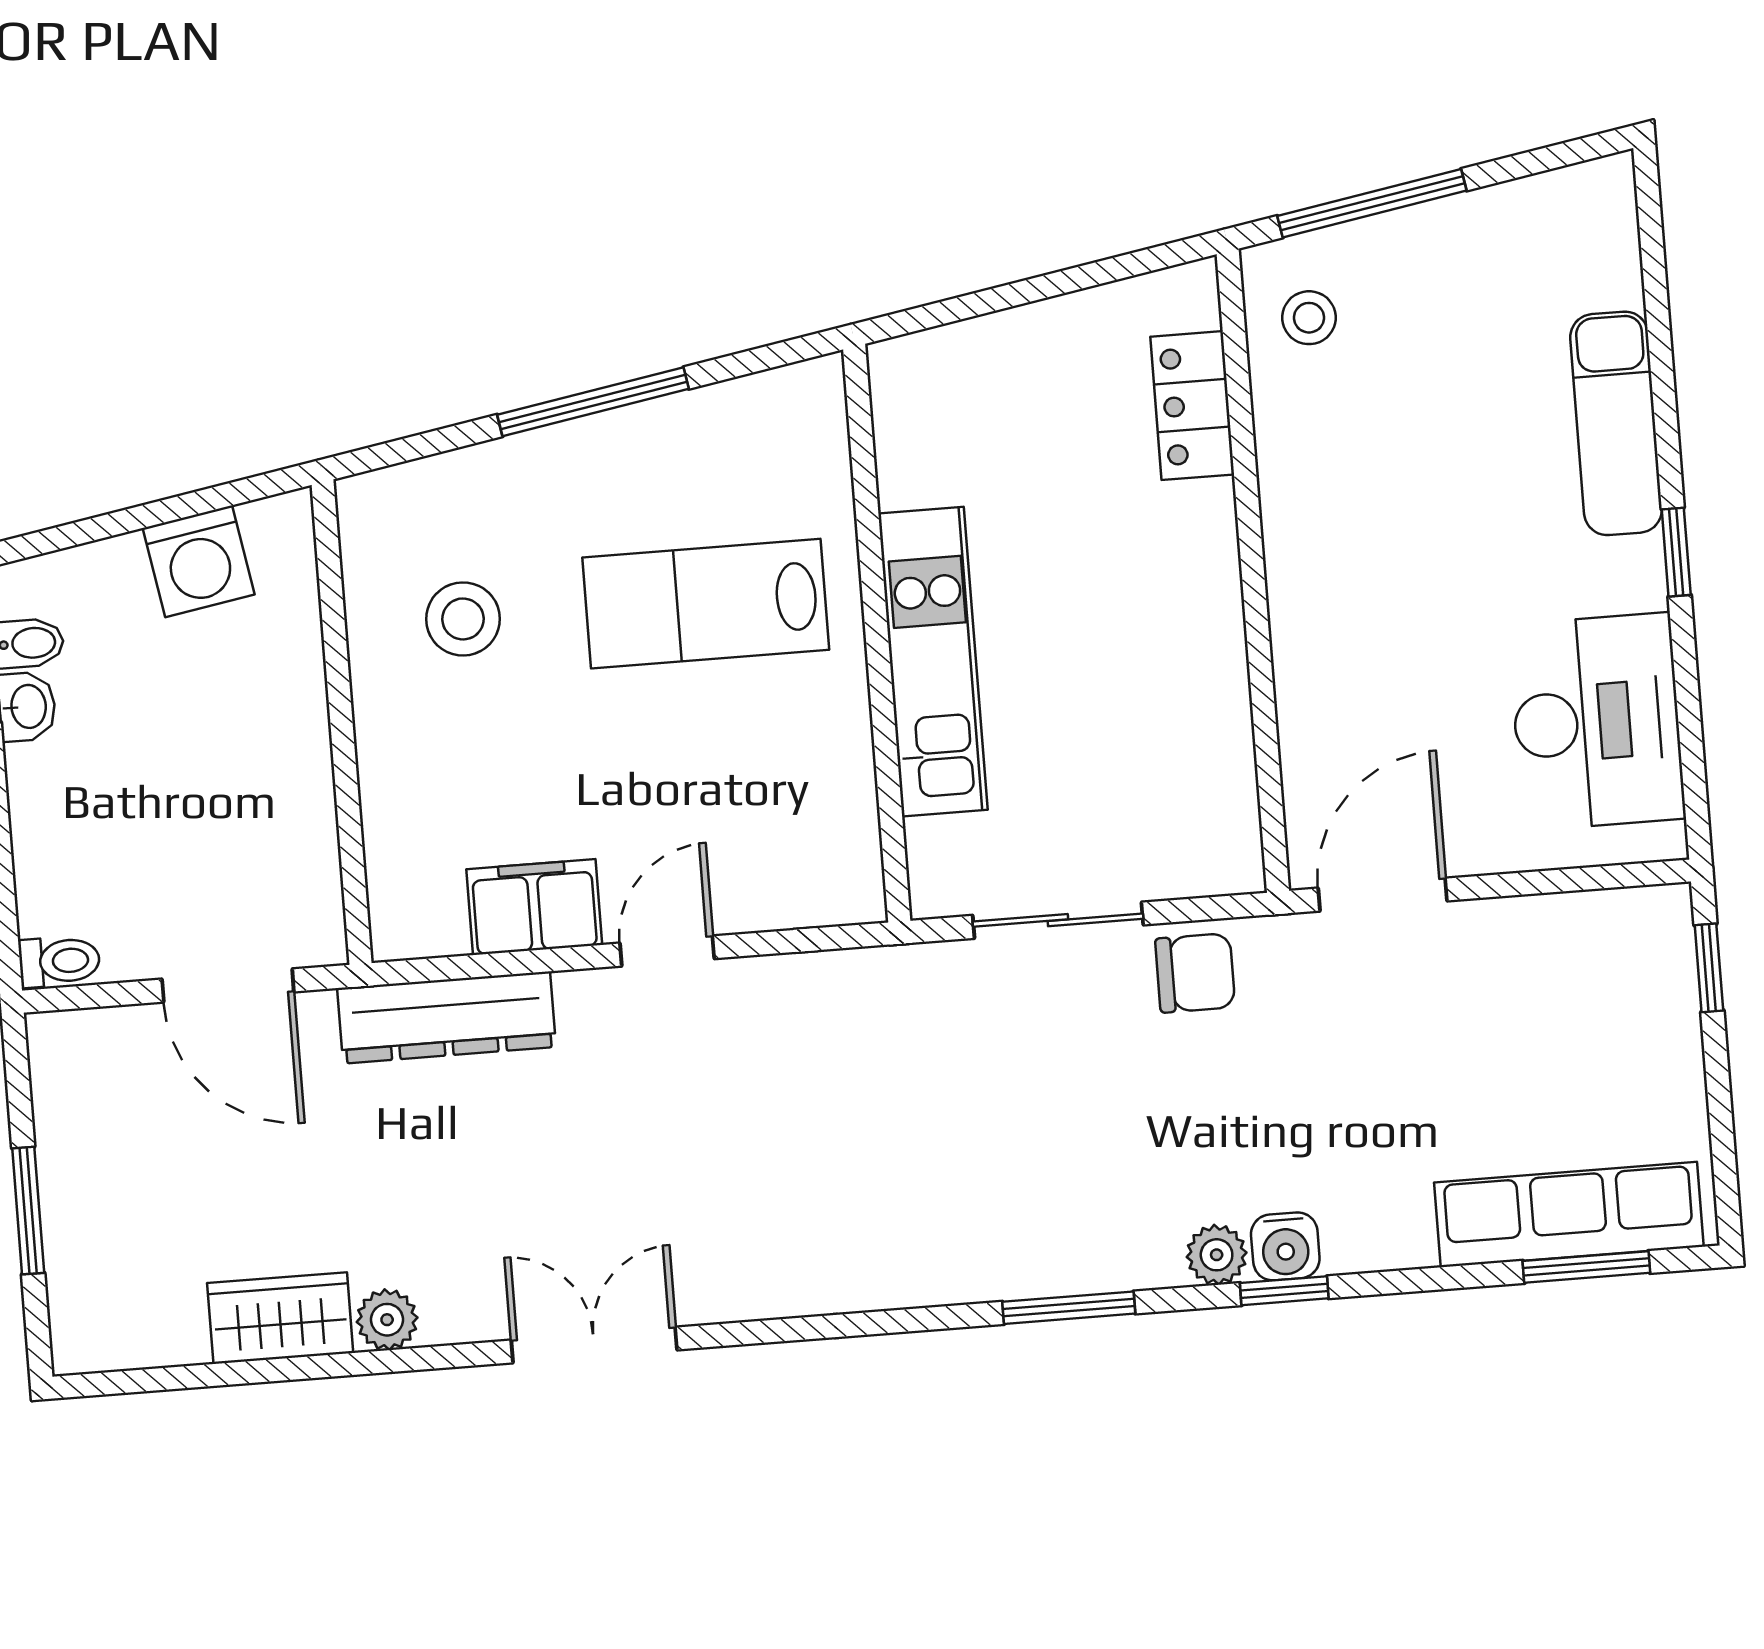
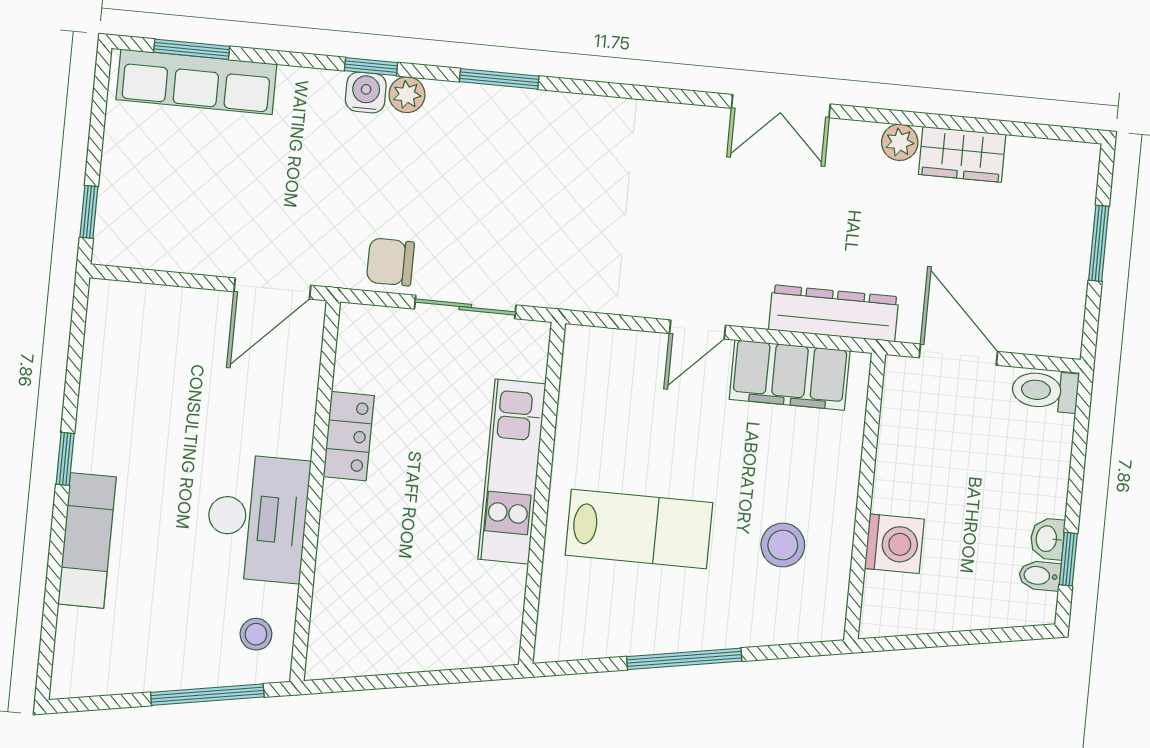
locker: (1192, 406) -> (349, 436), moved
washing machine: (199, 561) -> (894, 544), moved, turned 100
desk: (1597, 722) -> (257, 518), moved, turned 180
filing cabinet: (534, 907) -> (790, 375), width x1.50, depth x1.17
toilet: (59, 961) -> (1045, 391), width x1.37, depth x1.39

